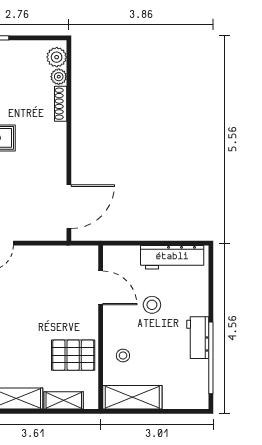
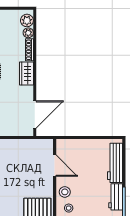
wardrobe: (56, 141) -> (26, 73), added
workbench: (172, 257) -> (115, 163), moved, turned 90
stool: (152, 305) -> (65, 192), moved

